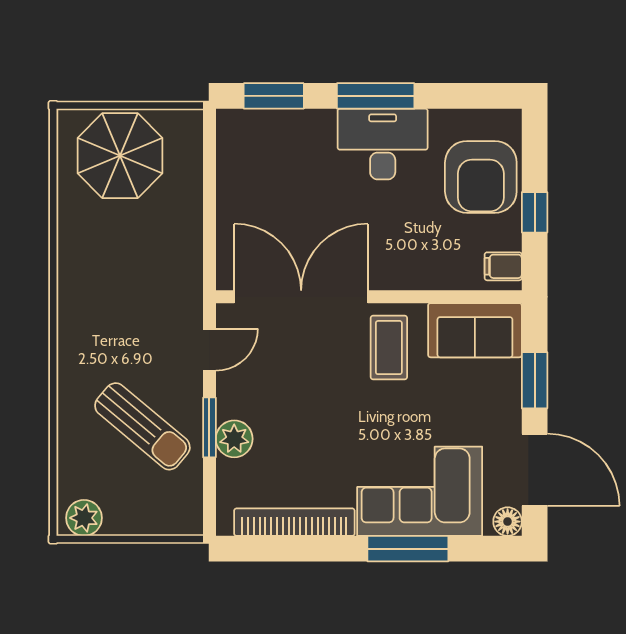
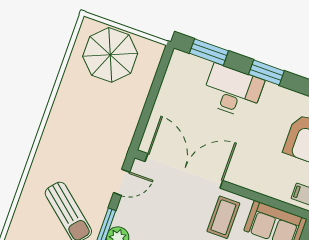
window: (376, 96) -> (266, 73), width x0.69
desk: (383, 144) -> (233, 91), moved

